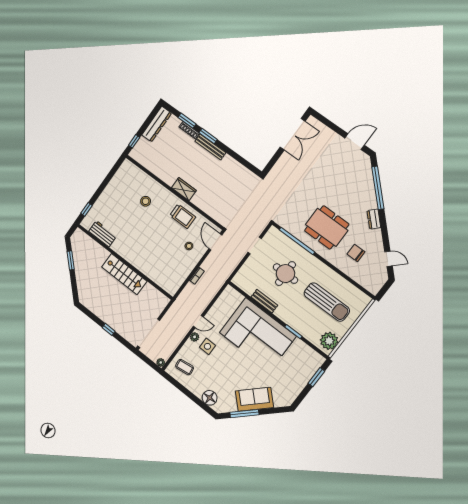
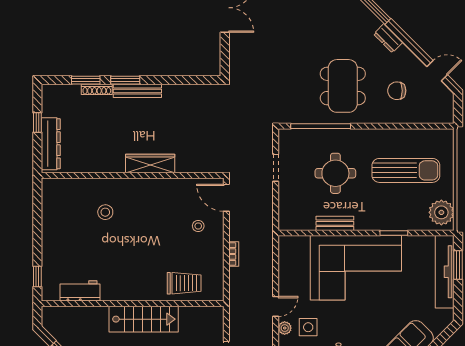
dresser: (157, 124) -> (51, 144), moved
window: (134, 141) -> (37, 122), moved
wardrobe: (184, 189) -> (150, 164), width x1.50
trolley: (183, 216) -> (184, 283), moved
dining table: (327, 227) -> (343, 86), turned 90
tv unit: (306, 375) -> (445, 272), added

